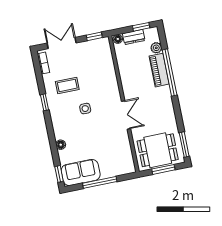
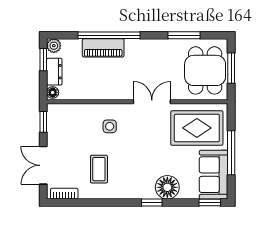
plant: (156, 48) -> (54, 46), moved
window: (44, 102) -> (152, 203), moved
side table: (85, 109) -> (110, 126), moved
window: (184, 144) -> (184, 35), moved
floor lamp: (61, 145) -> (167, 187), width x1.89, depth x1.89
rug: (113, 153) -> (197, 128), added

